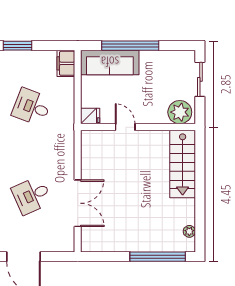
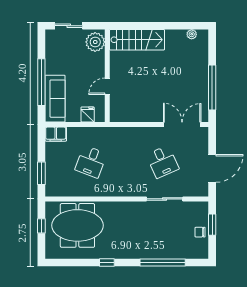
fridge: (90, 116) -> (88, 114), moved
double door: (78, 203) -> (182, 125), moved
window: (158, 257) -> (212, 88), moved

